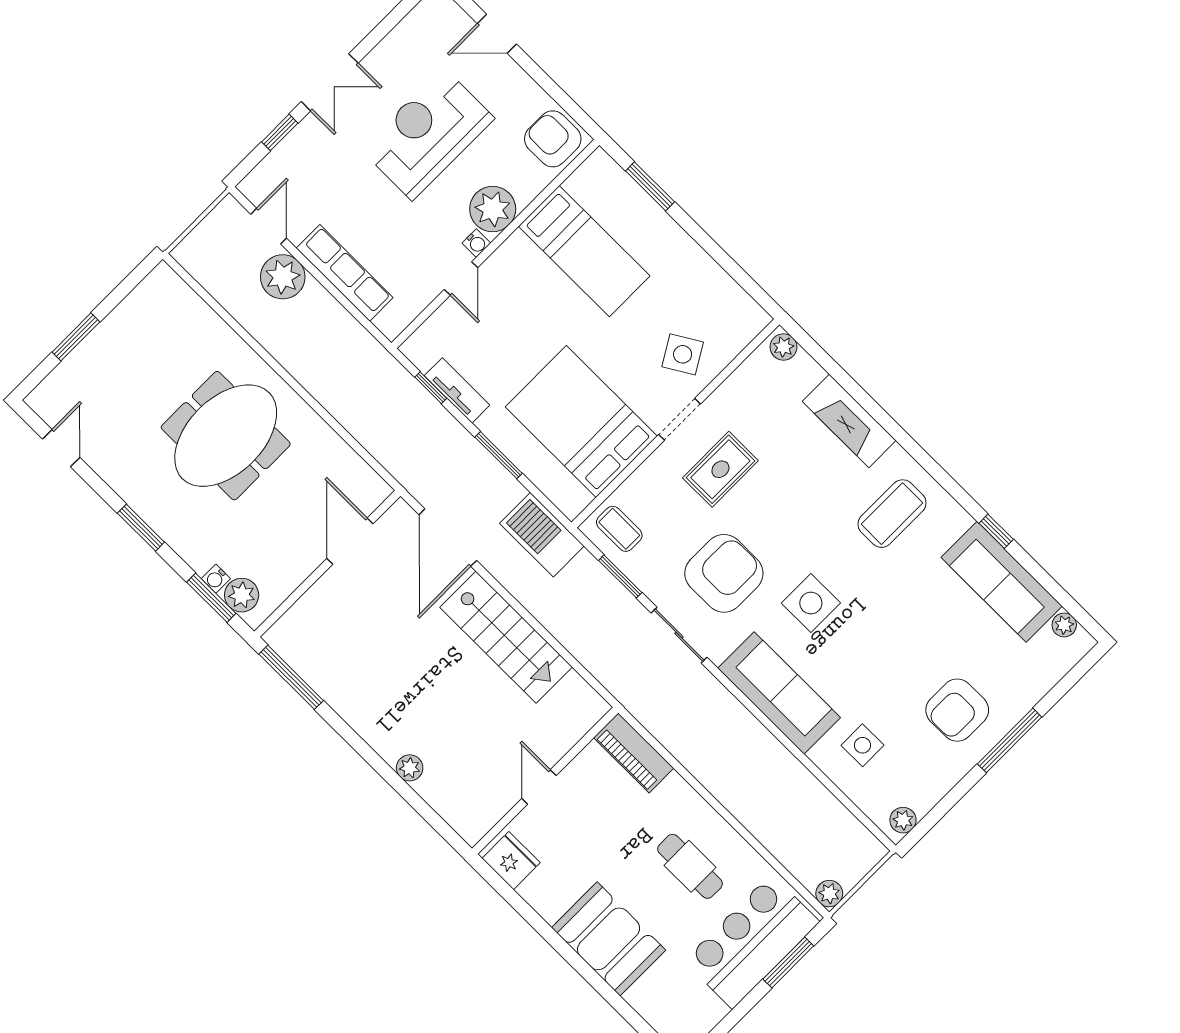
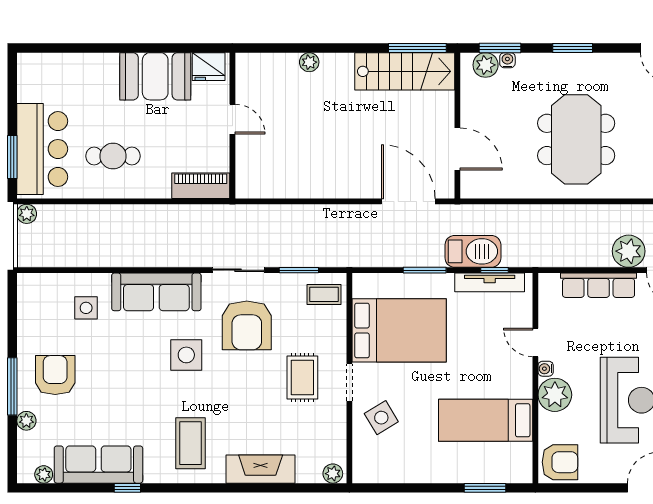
tv unit: (457, 390) -> (490, 282), width x1.41
barbecue: (542, 535) -> (473, 251), moved
stairs: (506, 637) -> (405, 71), moved, turned 180
plant: (903, 820) -> (26, 421), moved
booth: (609, 939) -> (155, 76), moved

